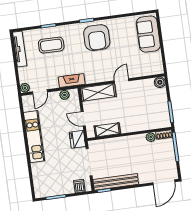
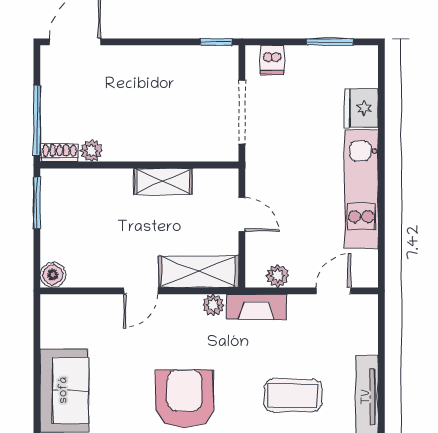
plant: (25, 88) -> (213, 305), moved
shelving: (107, 130) -> (163, 181), moved
fridge: (77, 139) -> (362, 108), moved, turned 180
bench: (116, 182) -> (186, 58), removed

